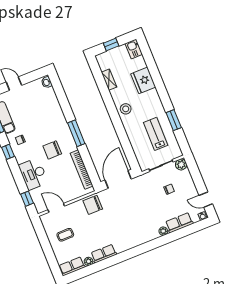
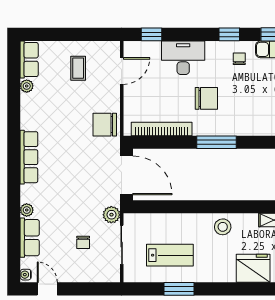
chair: (52, 150) -> (206, 98), turned 90
plant: (181, 164) -> (111, 215), moved
door: (206, 200) -> (47, 289), hinge flipped
chair: (93, 205) -> (105, 125), turned -90
row of seats: (104, 254) -> (29, 157), moved, width x1.48

